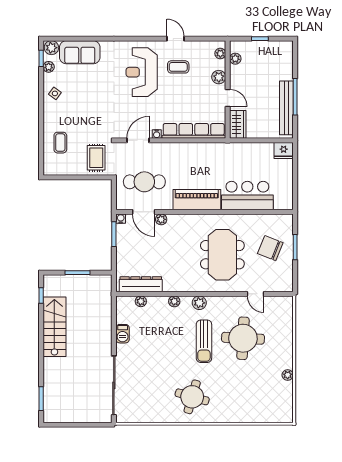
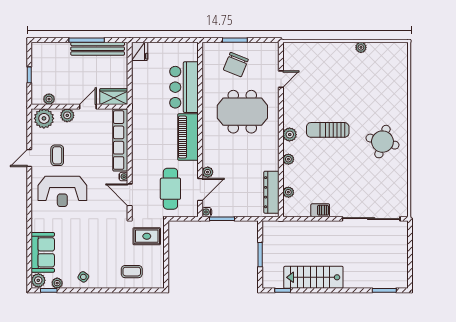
plant: (220, 53) -> (44, 118), width x1.87, depth x1.87
round table: (243, 338) -> (325, 91), removed
sun lounger: (204, 341) -> (328, 130), turned 180

